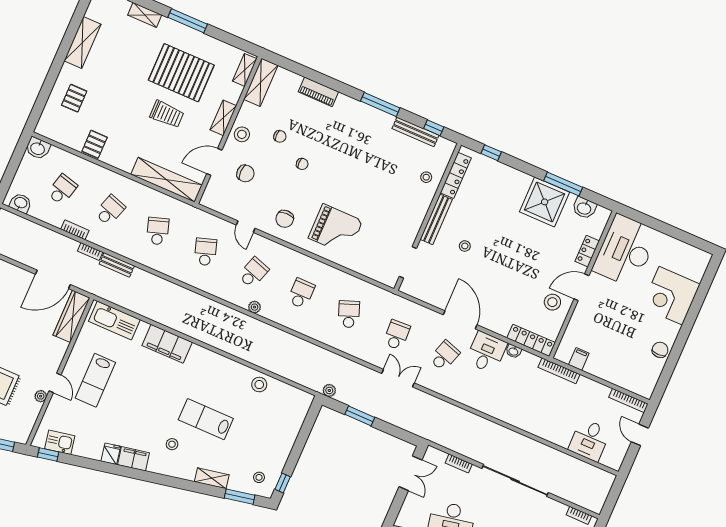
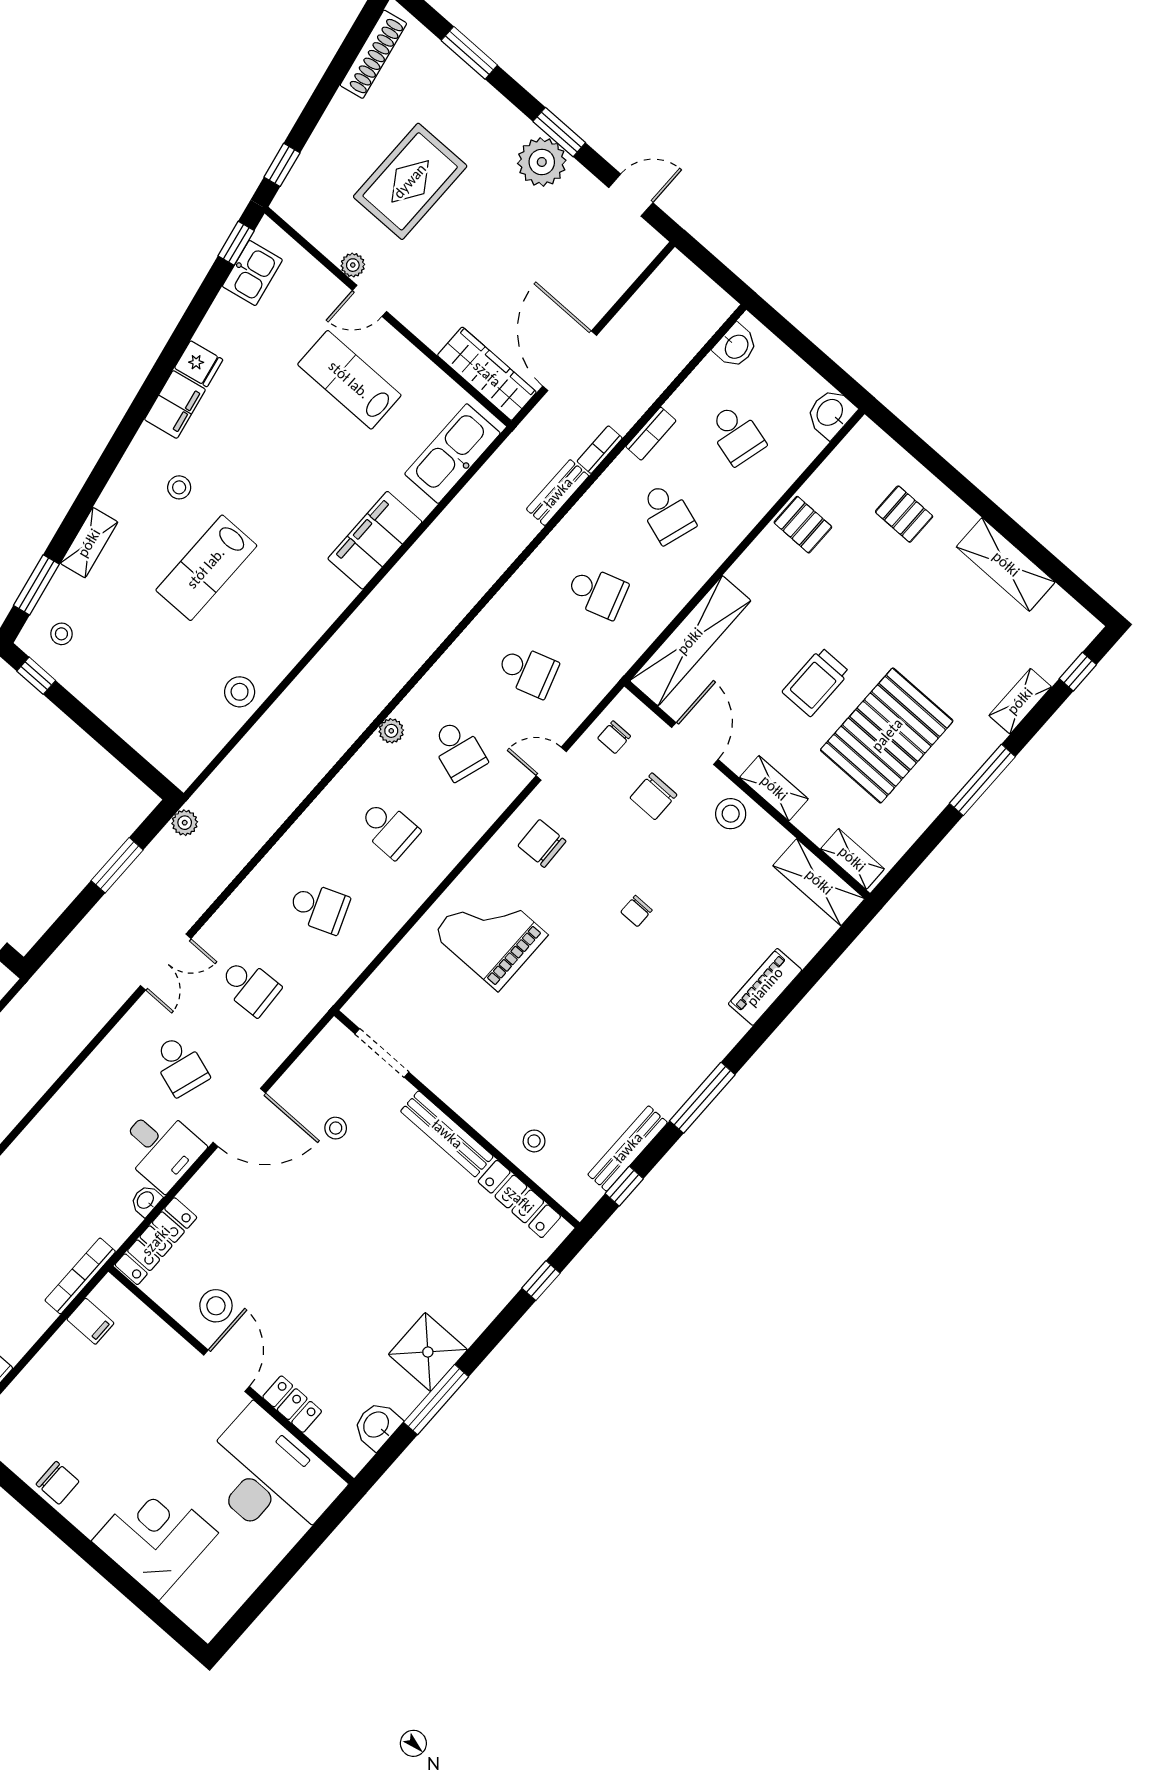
chair: (280, 136) -> (614, 737), moved
shower: (545, 202) -> (428, 1352), width x0.73, depth x0.73
grand piano: (335, 229) -> (490, 934), turned 90
stool: (465, 246) -> (336, 1128), moved
lab bench: (206, 419) -> (206, 568), turned 180

